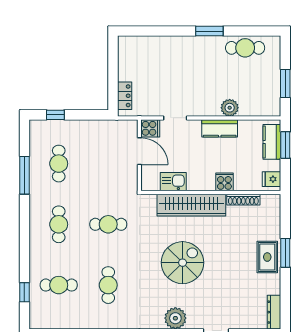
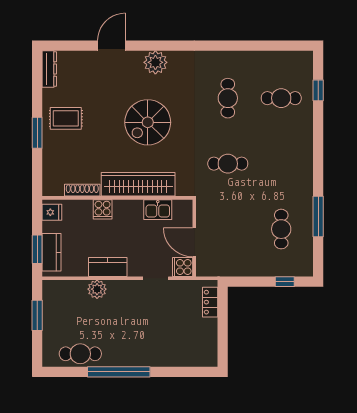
window: (209, 31) -> (119, 372), width x2.11
cafe table: (59, 224) -> (281, 164), removed
rug: (267, 257) -> (66, 118), moved, turned 90

